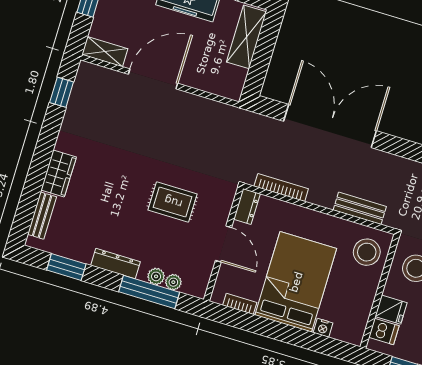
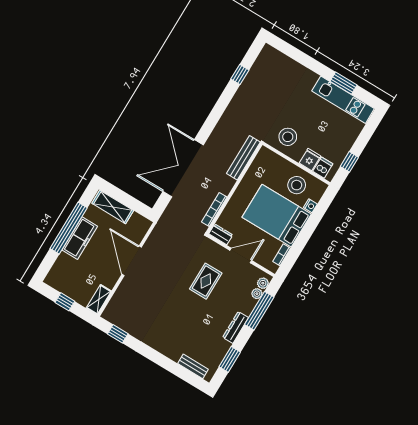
door: (153, 79) -> (132, 261), moved
wardrobe: (59, 174) -> (169, 349), removed
bench: (360, 208) -> (243, 158), width x1.36
stool: (367, 252) -> (297, 185), moved
plant: (156, 276) -> (263, 283), moved

